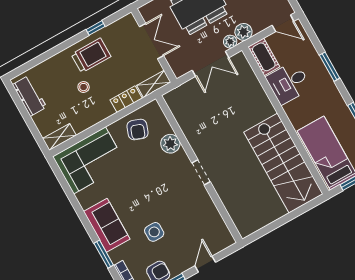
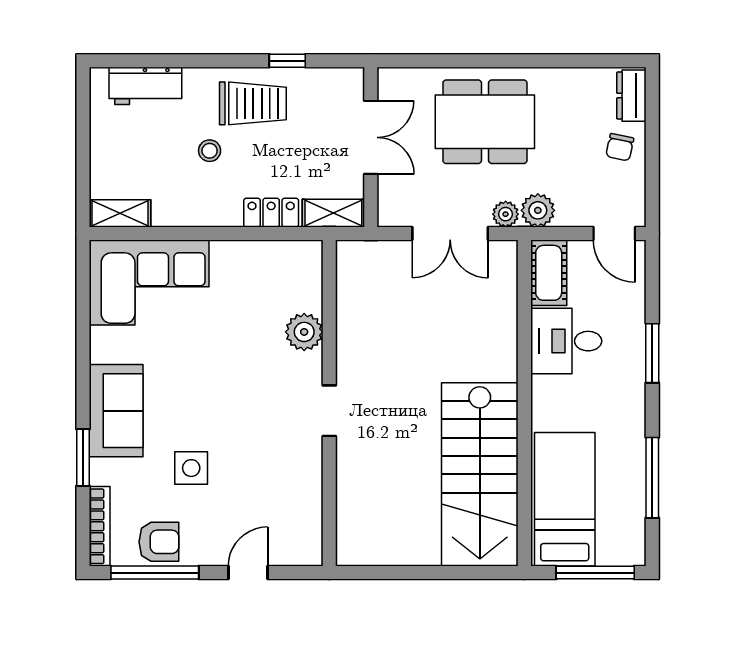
workbench: (29, 96) -> (145, 86), moved, turned 90
armchair: (137, 130) -> (261, 276), removed

